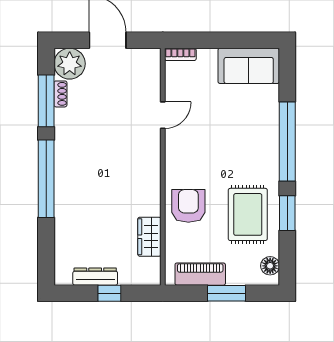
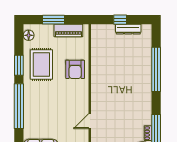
window: (46, 179) -> (156, 69), moved
wardrobe: (149, 237) -> (97, 52), removed

